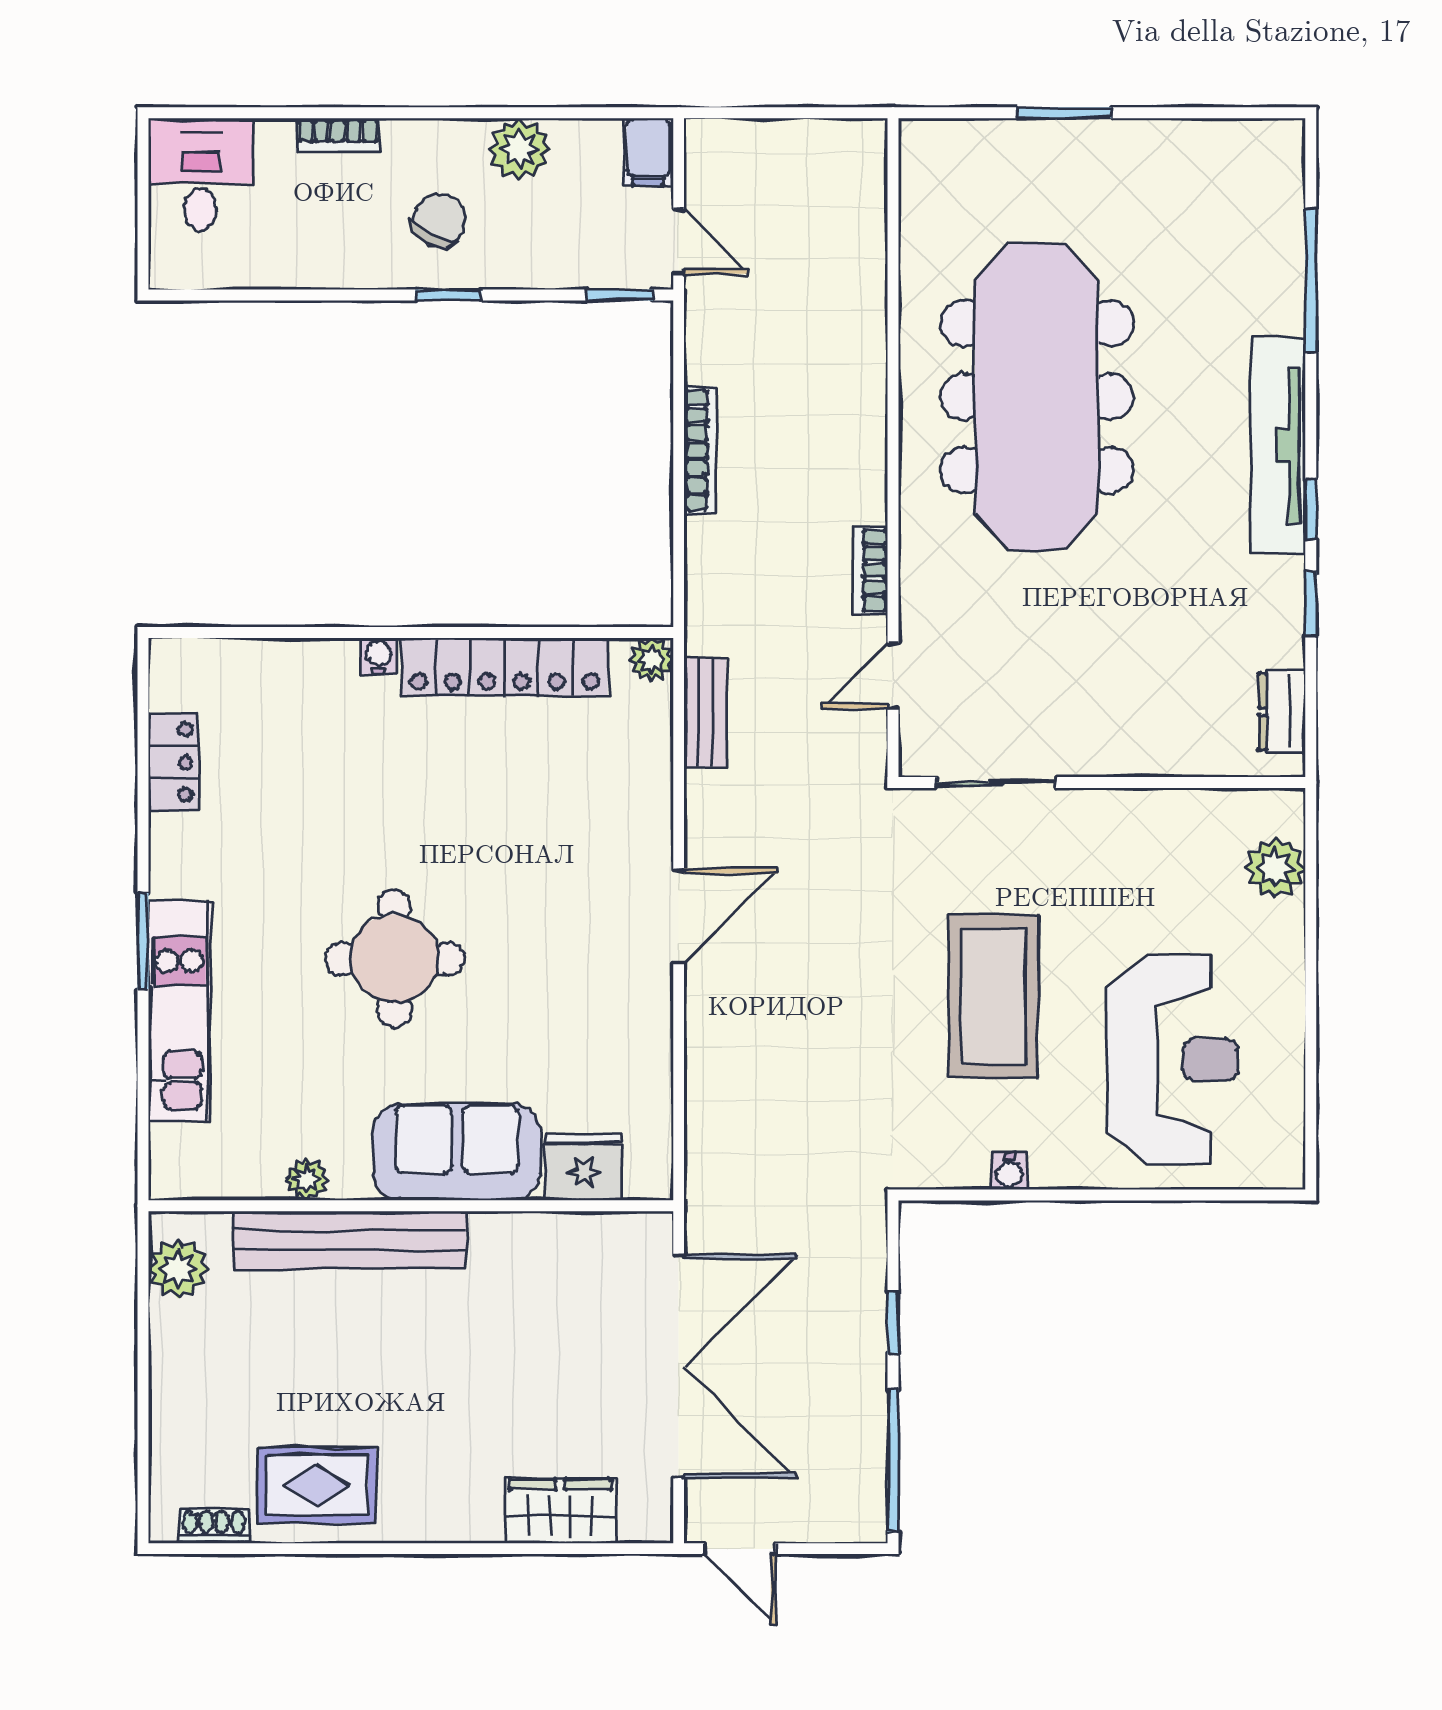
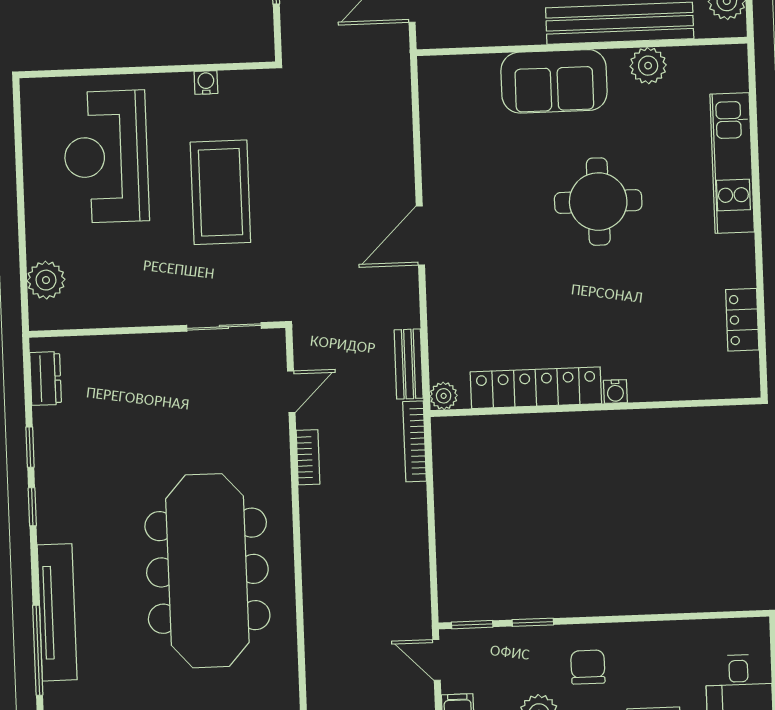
chair: (439, 221) -> (588, 667), turned 153
window: (448, 295) -> (533, 622), moved
tv unit: (1278, 446) -> (57, 612), moved
bookcase: (700, 450) -> (415, 441), moved
window: (143, 941) -> (757, 207), removed
fridge: (584, 1167) -> (474, 75), removed
plant: (307, 1179) -> (648, 66), width x1.38, depth x1.38

